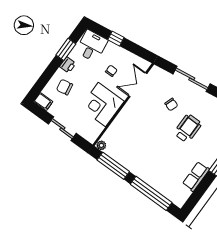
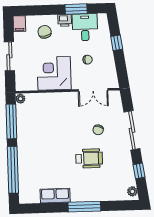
desk: (92, 46) -> (85, 27), moved, turned -82
double door: (138, 85) -> (93, 90), swing flipped

